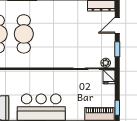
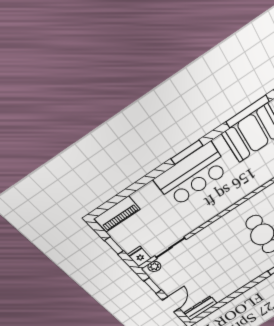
window: (117, 108) -> (114, 246), moved

